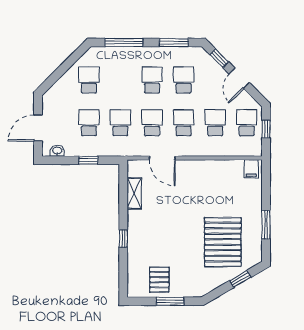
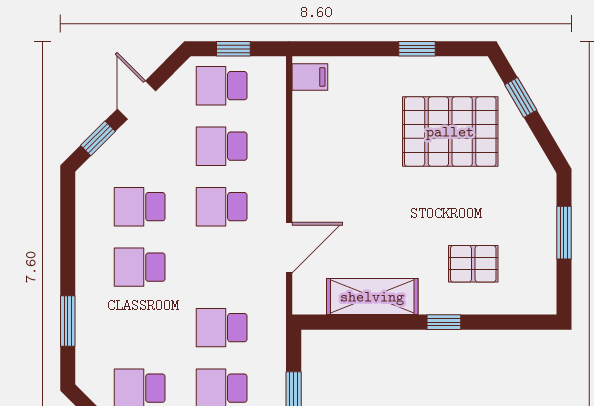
window: (124, 43) -> (68, 321), width x0.69
window: (174, 43) -> (68, 225), removed
door: (239, 78) -> (136, 100), swing flipped
school desk: (152, 123) -> (222, 267), removed
shelving: (134, 193) -> (372, 297), width x1.50, depth x1.33
window: (266, 225) -> (417, 49), width x0.67
pallet: (159, 280) -> (473, 264), moved

